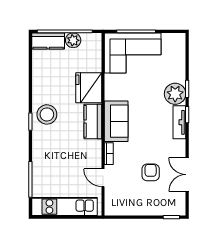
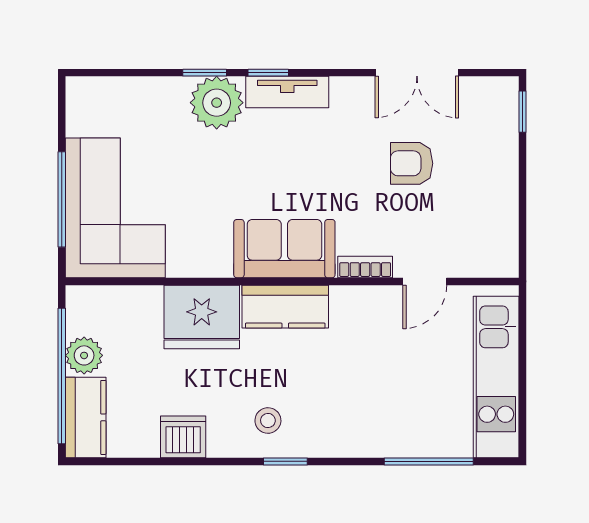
dishwasher: (40, 80) -> (183, 437), added
stool: (47, 114) -> (268, 420), width x0.53, depth x0.53

